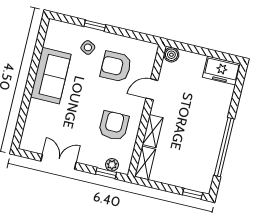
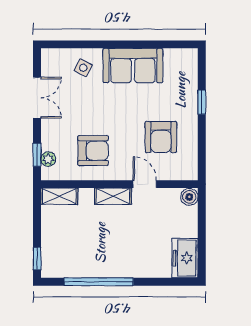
side table: (88, 47) -> (83, 68), moved
armchair: (116, 67) -> (161, 137), turned 180
shelving: (153, 131) -> (113, 196), moved

